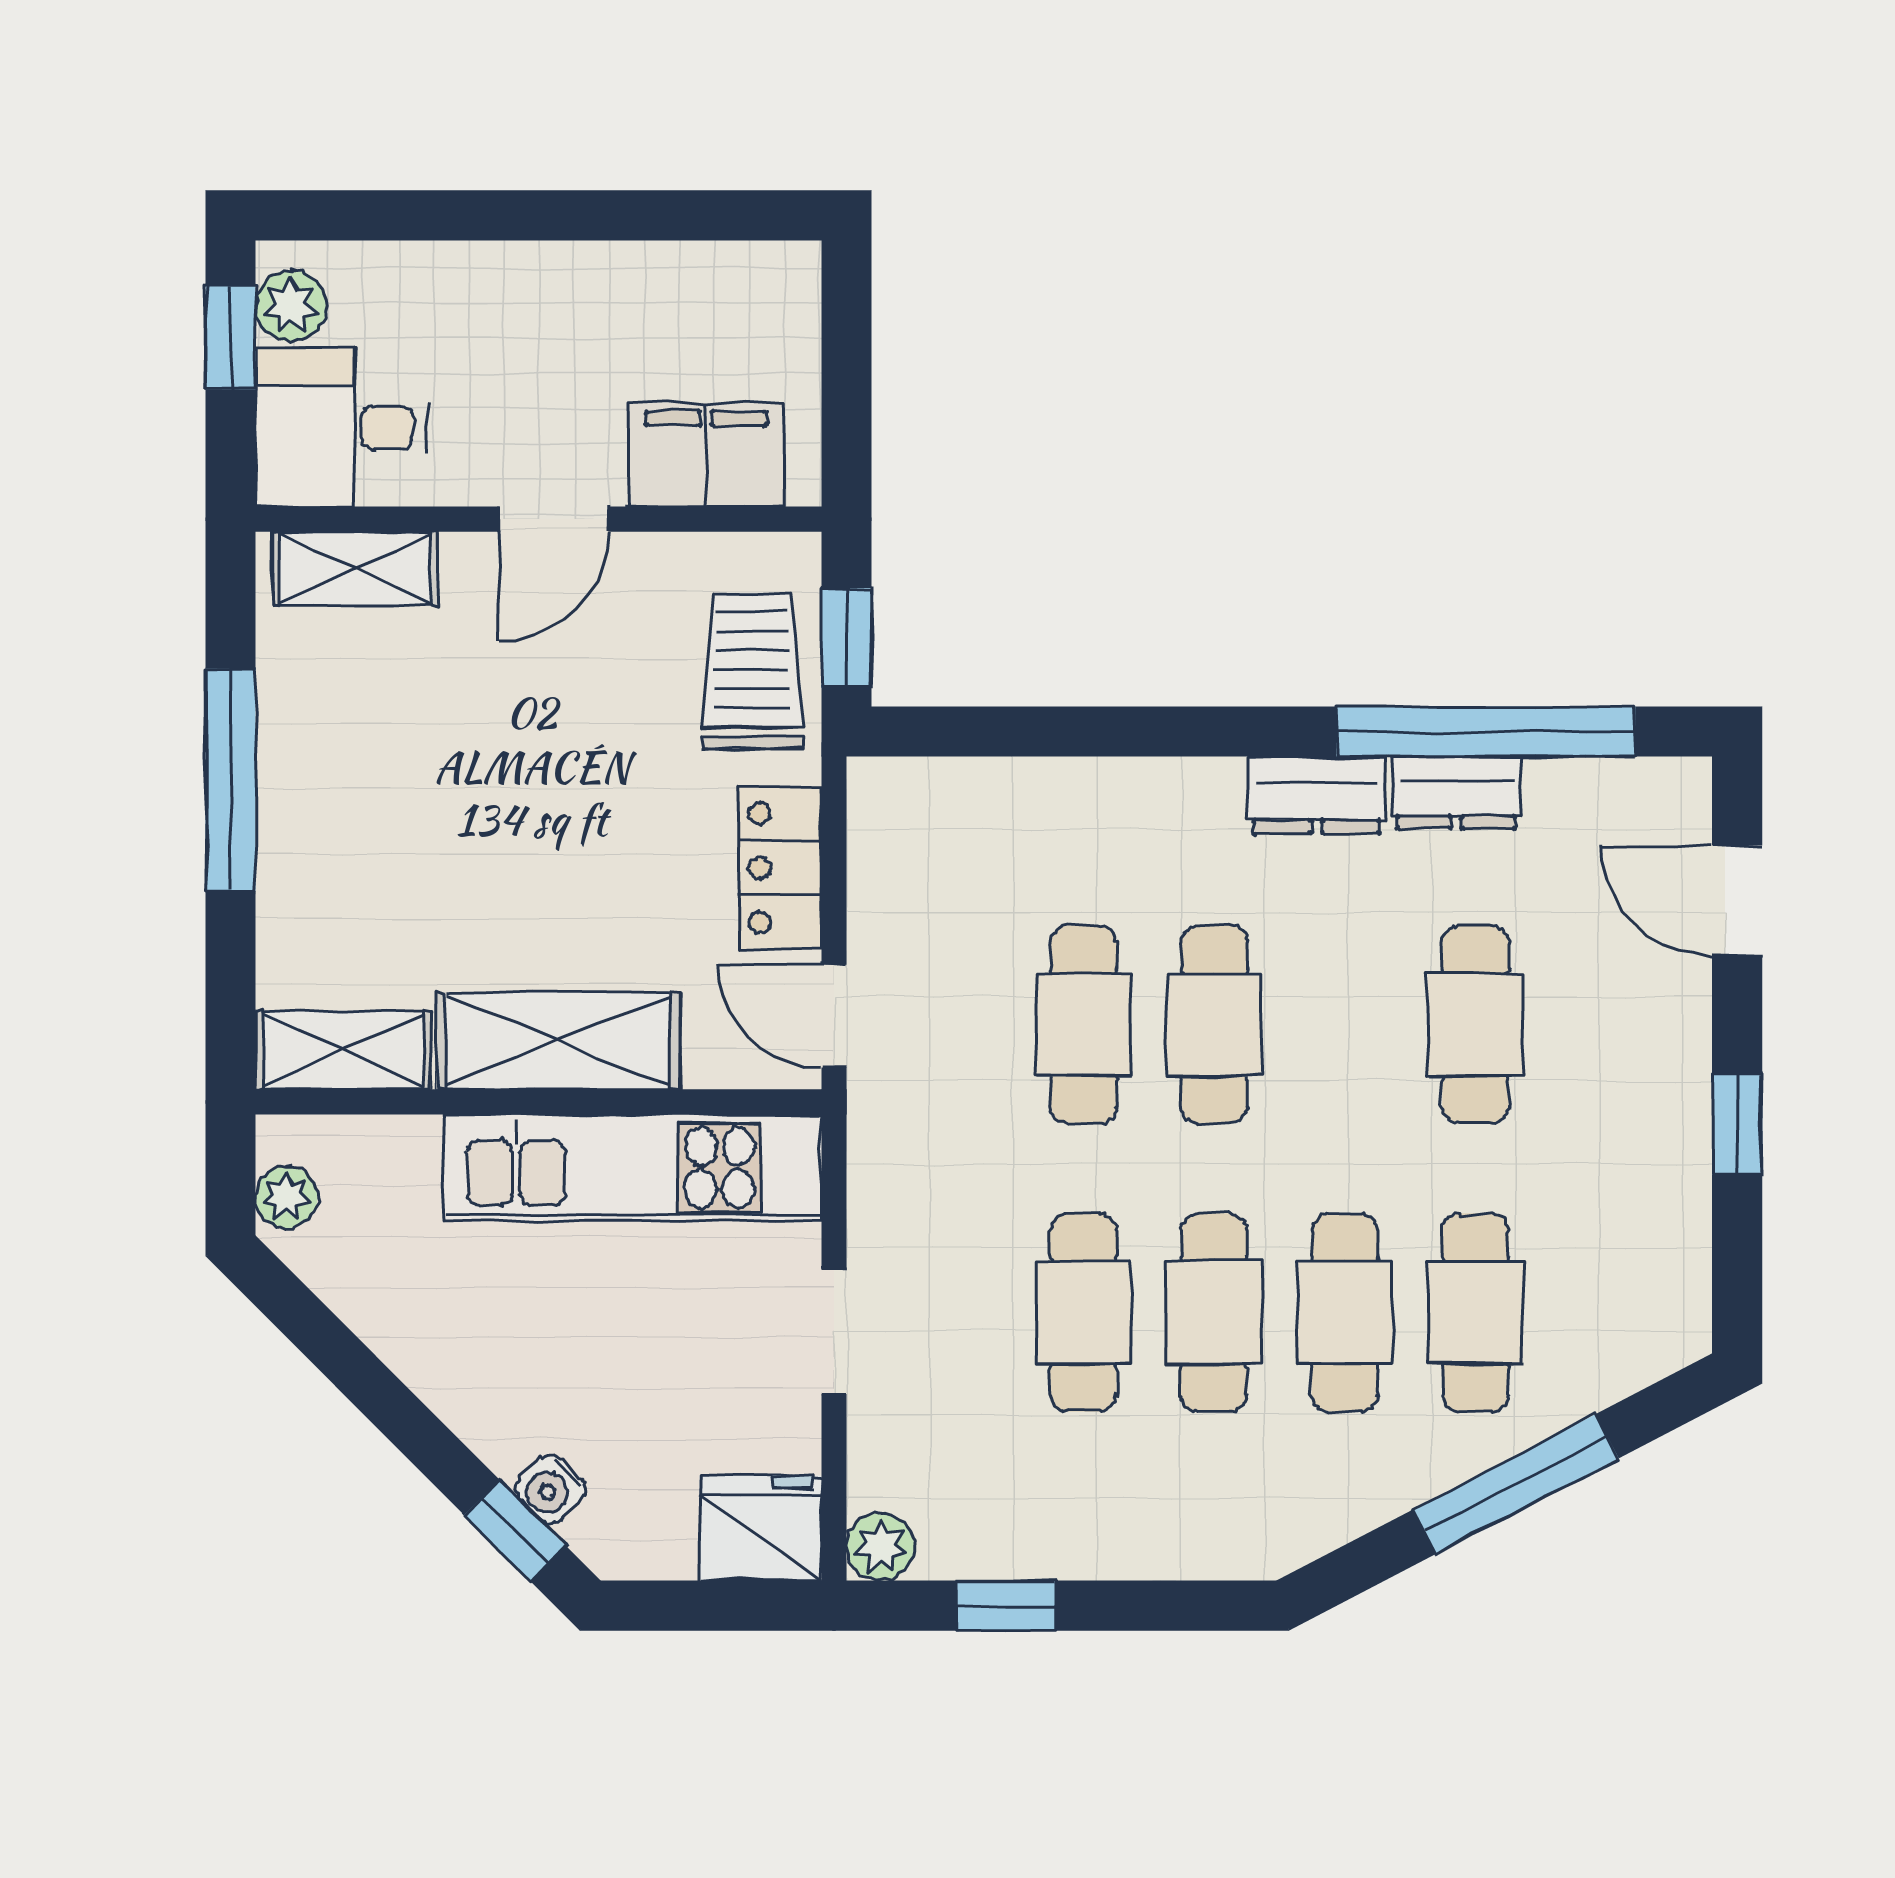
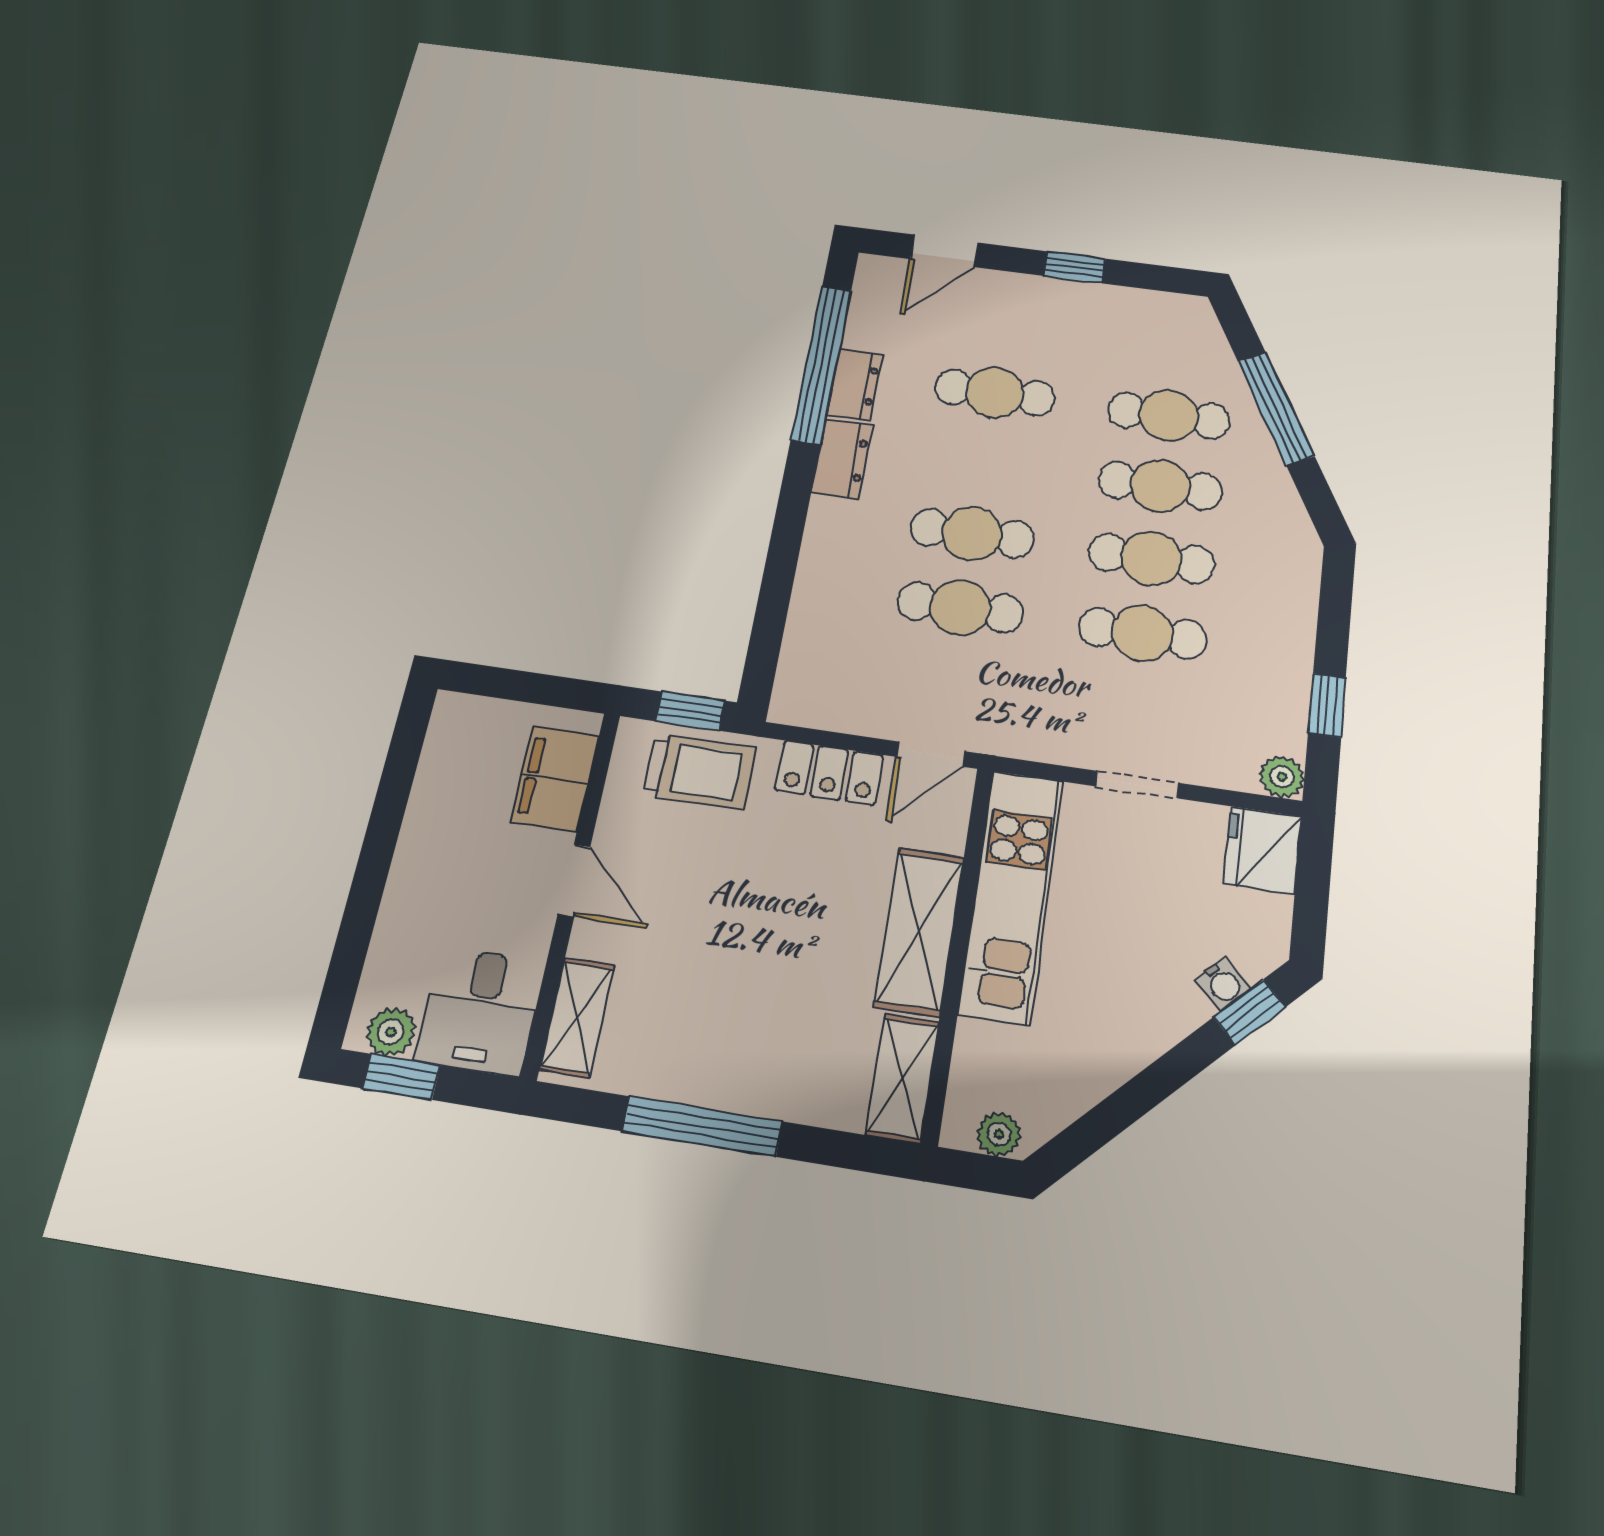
trolley: (752, 671) -> (700, 771), turned 180

